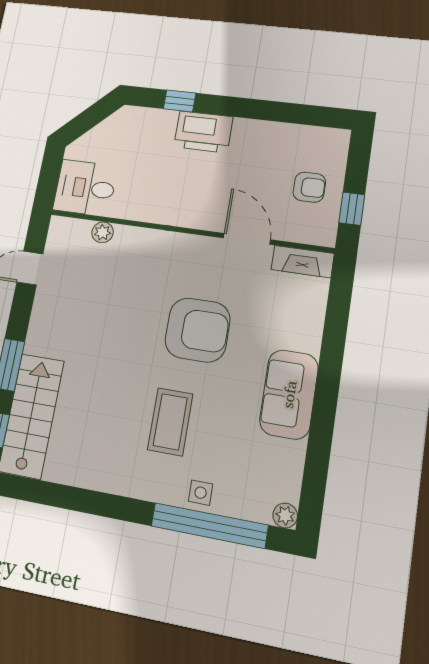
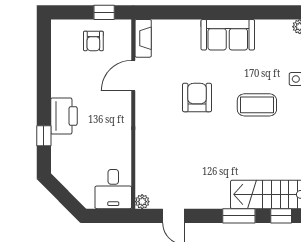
armchair: (309, 187) -> (93, 41), turned 180
plant: (103, 232) -> (142, 202), moved
armchair: (198, 330) -> (197, 98), width x0.73, depth x0.73

